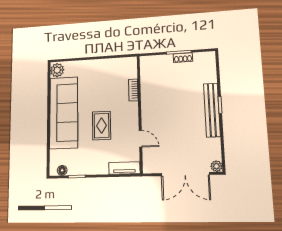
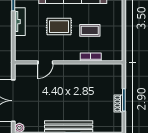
coffee table: (105, 93) -> (90, 30), added
tv unit: (124, 168) -> (20, 22), moved

